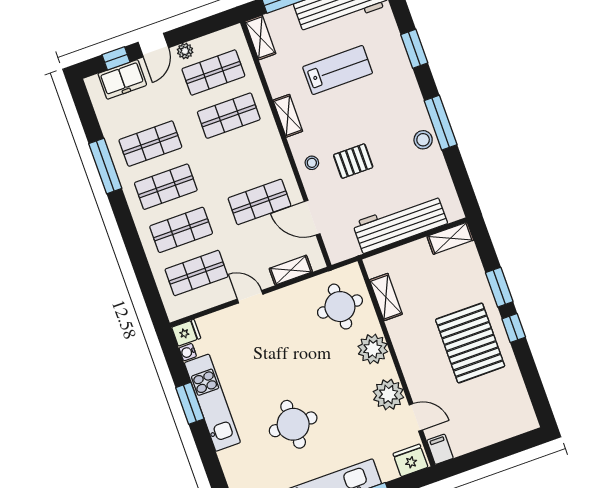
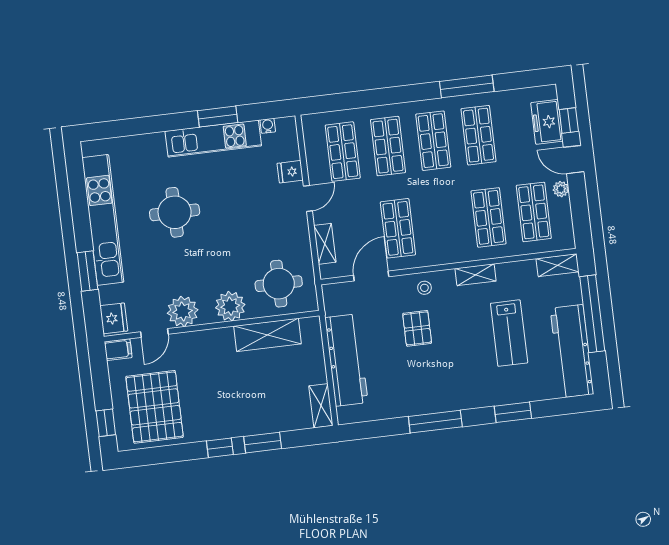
stool: (423, 140) -> (423, 401), removed
shelving: (386, 297) -> (267, 335), width x1.50, depth x1.33
fridge: (186, 333) -> (290, 172), moved, turned 90
pallet: (470, 343) -> (155, 407), moved, turned 90
window: (514, 445) -> (106, 423), added

